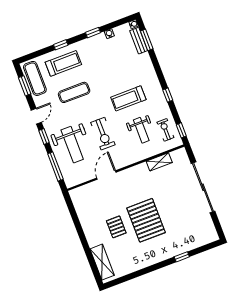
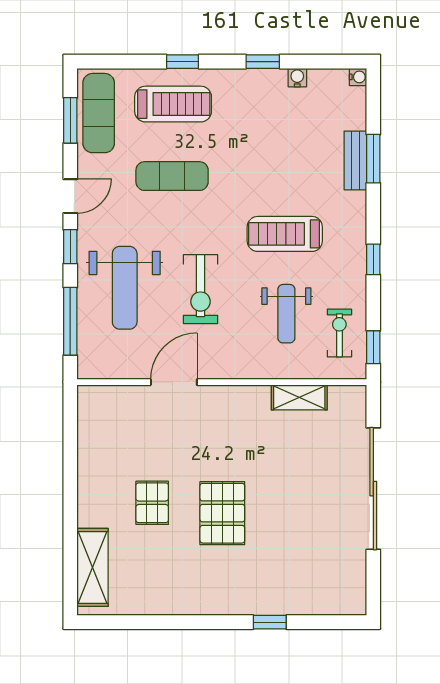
window: (147, 40) -> (373, 159), moved
bench: (139, 41) -> (355, 160), moved
pallet: (146, 220) -> (222, 513), width x0.73, depth x0.71

